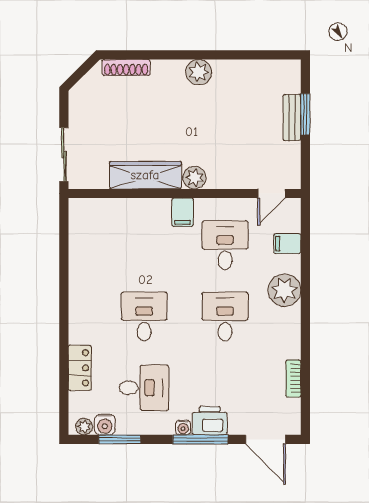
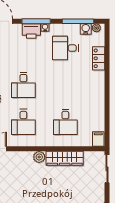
filing cabinet: (183, 212) -> (98, 139), moved
desk: (144, 316) -> (65, 122), moved
window: (120, 439) -> (78, 21), width x1.44

